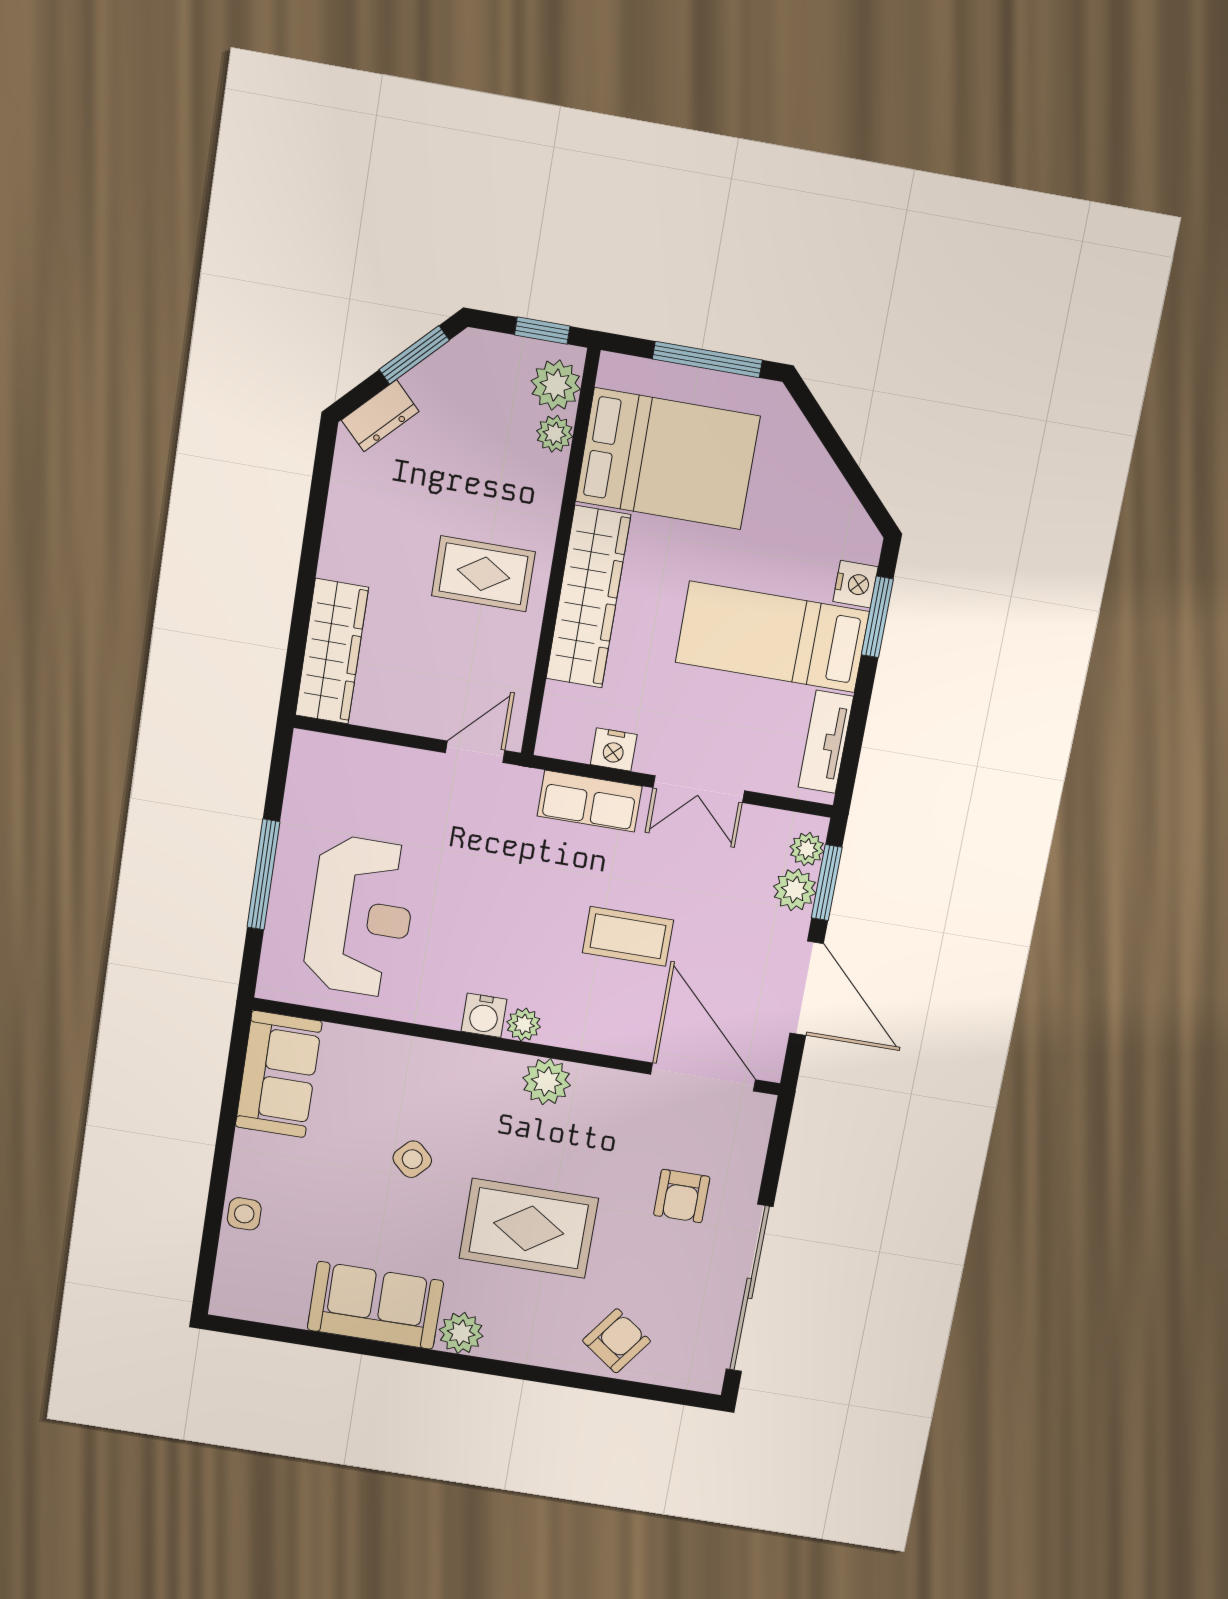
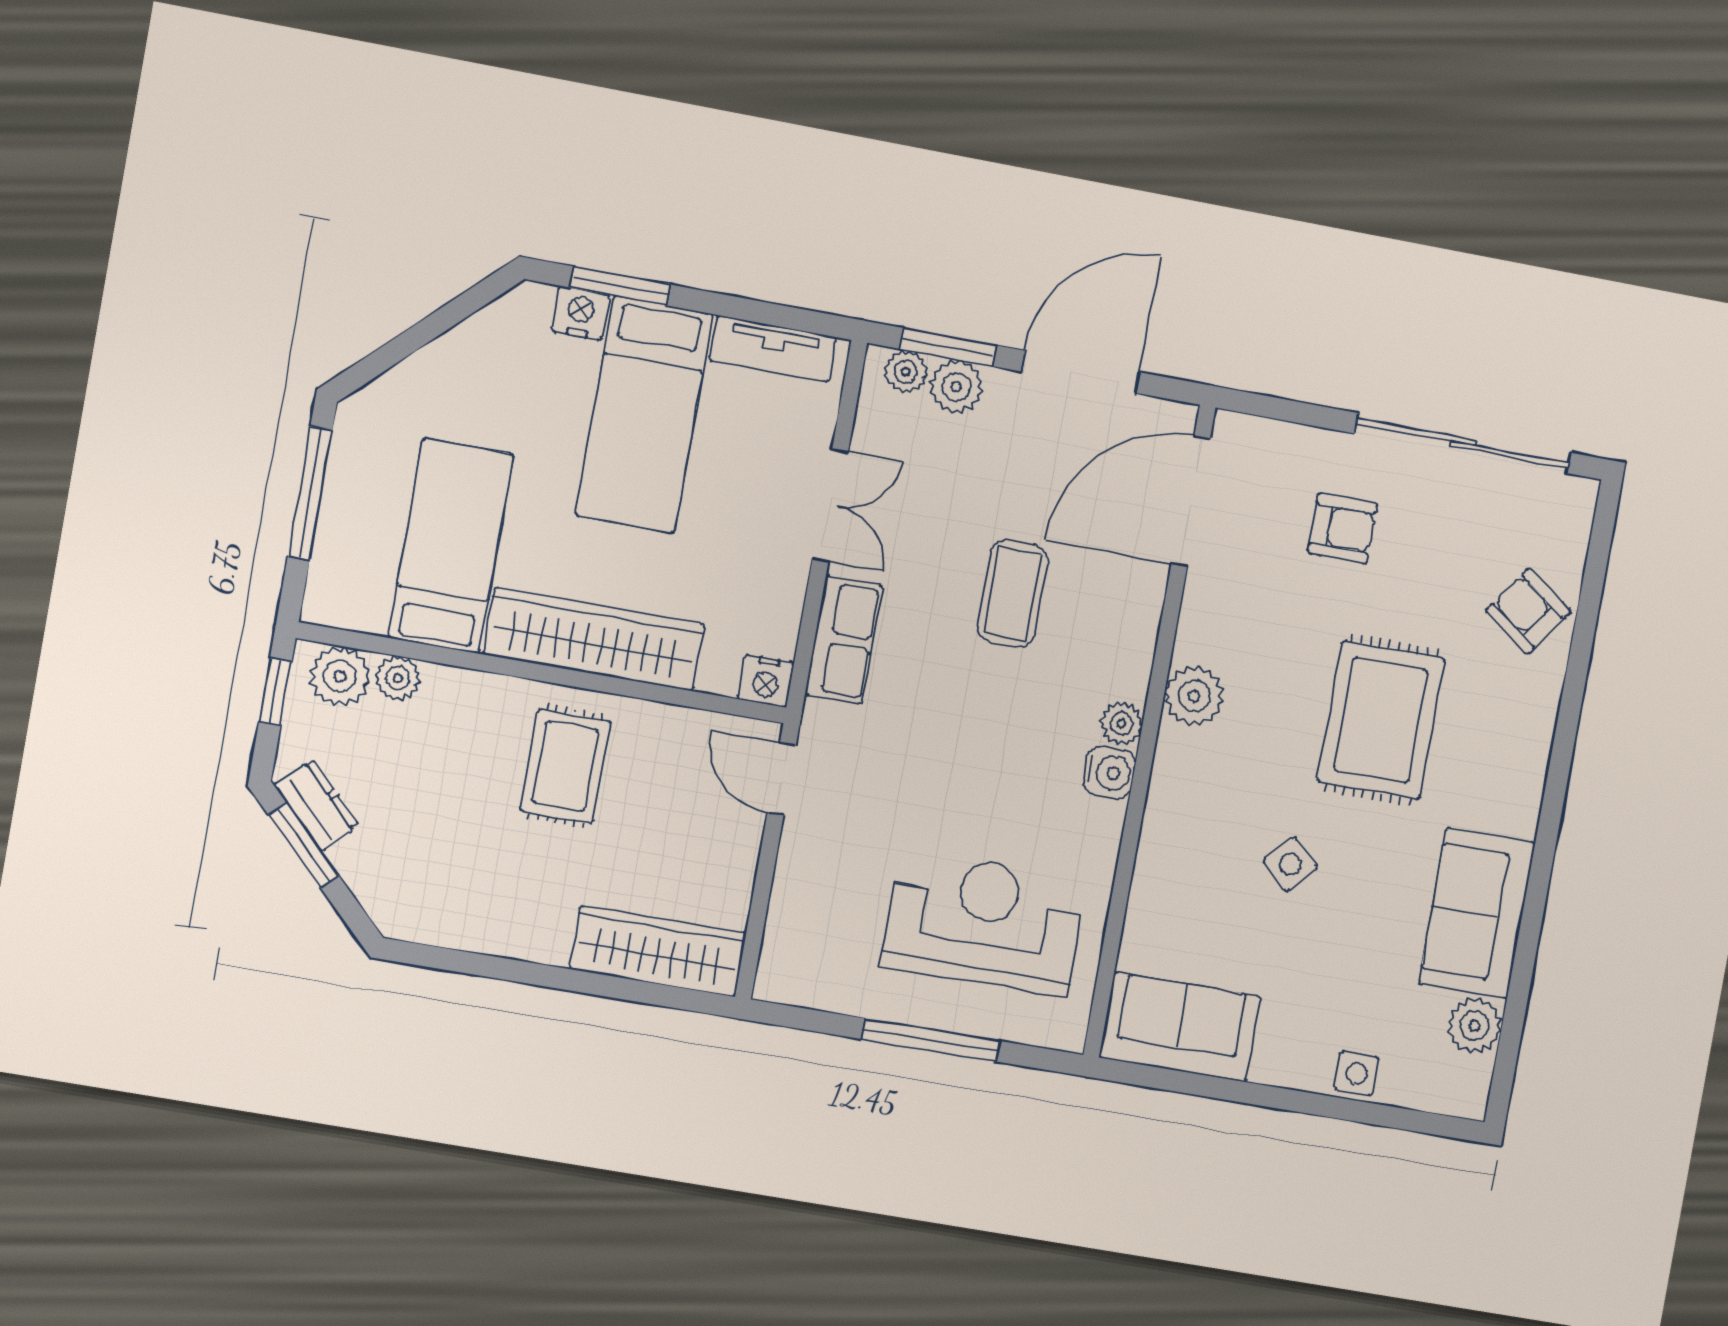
dresser: (380, 416) -> (317, 805), moved
bed: (668, 459) -> (451, 546), width x0.67
nightstand: (614, 749) -> (766, 681), moved, turned 90
plant: (461, 1333) -> (1475, 1026), moved

